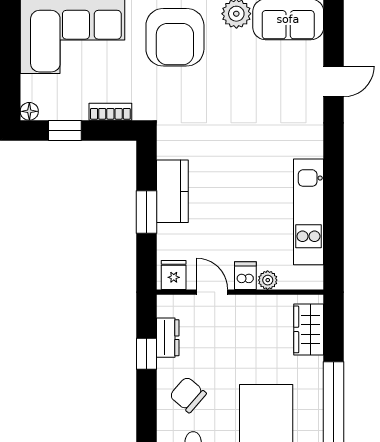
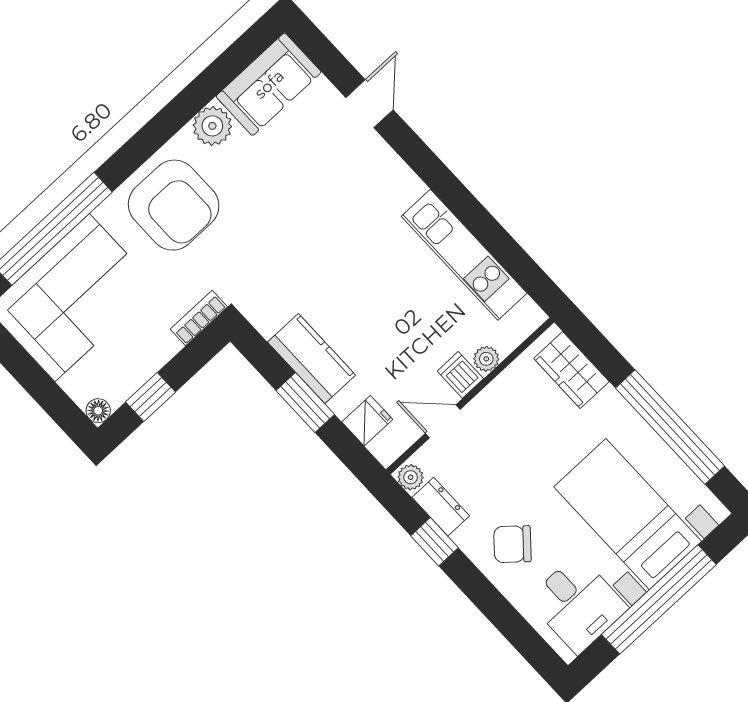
bookcase: (110, 112) -> (199, 318), moved
fridge: (174, 275) -> (367, 421), moved, turned 90
plant: (166, 306) -> (411, 477), added

